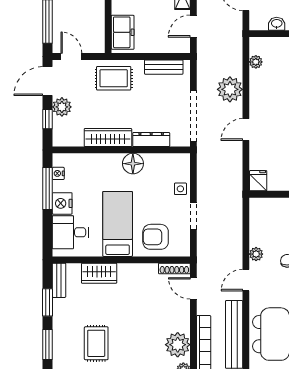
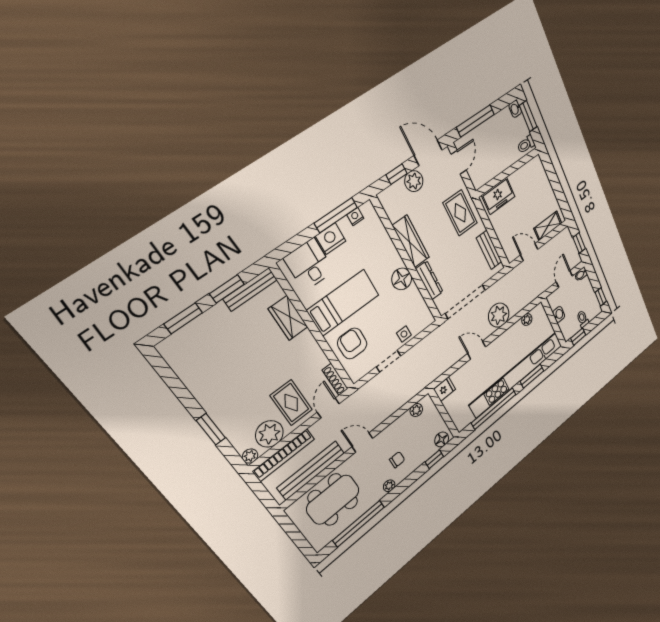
plant: (256, 254) -> (416, 410), moved
bench: (59, 280) -> (250, 289), width x1.36
rug: (96, 343) -> (291, 403), moved, turned 90

